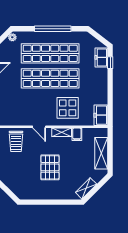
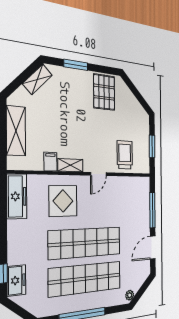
freezer: (101, 115) -> (17, 196), width x1.40
door: (39, 127) -> (98, 174), swing flipped
pallet: (50, 167) -> (104, 92), moved
window: (57, 202) -> (76, 65), added

